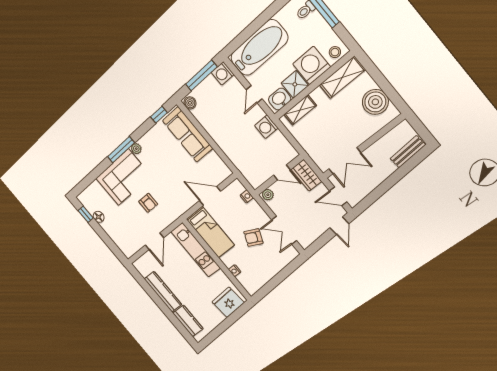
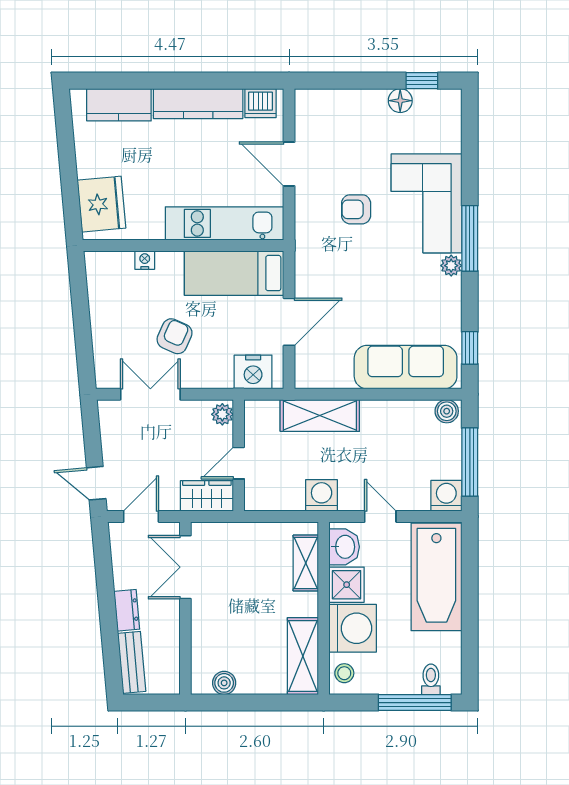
boiler: (375, 102) -> (224, 683), width x0.54, depth x0.54
shelving: (235, 154) -> (320, 415), added
dresser: (385, 172) -> (127, 610), added
nightstand: (247, 196) -> (253, 372), width x1.89, depth x1.79
dishwasher: (143, 268) -> (261, 103), added

